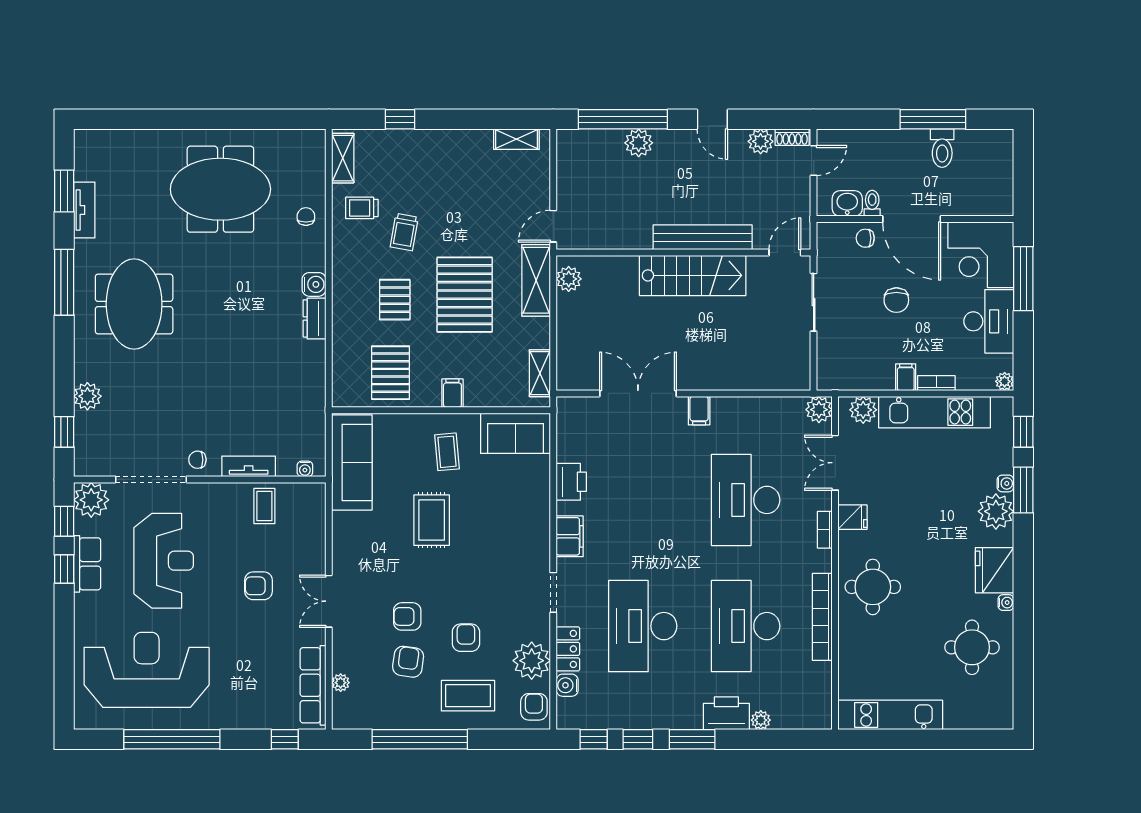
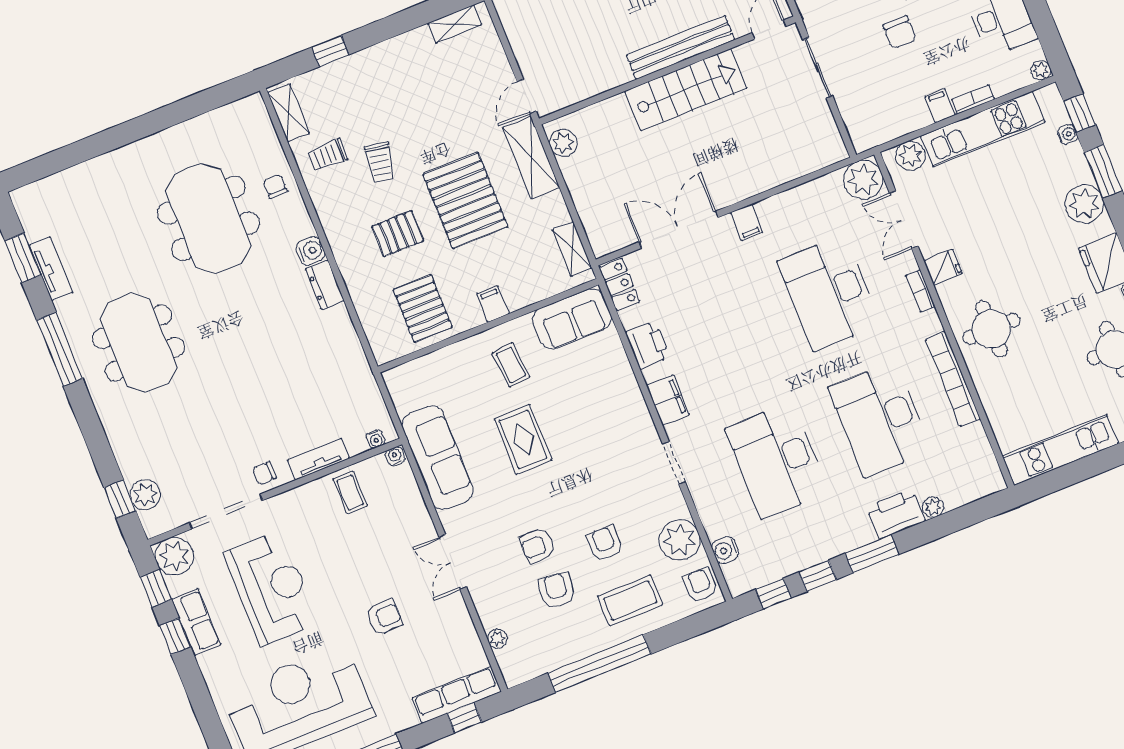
meeting table: (220, 189) -> (208, 218), moved, turned 90
pallet: (395, 300) -> (398, 234), turned 90
plant: (87, 396) -> (145, 495), moved
plant: (819, 410) -> (863, 180), width x1.36, depth x1.36
sofa: (352, 462) -> (438, 457), moved
water cooler: (1005, 483) -> (1067, 134), moved
water cooler: (316, 490) -> (395, 456), added
armchair: (259, 586) -> (384, 617), moved, turned 180
locker: (568, 649) -> (619, 284), moved
row of seats: (313, 685) -> (457, 695), moved, turned 90

